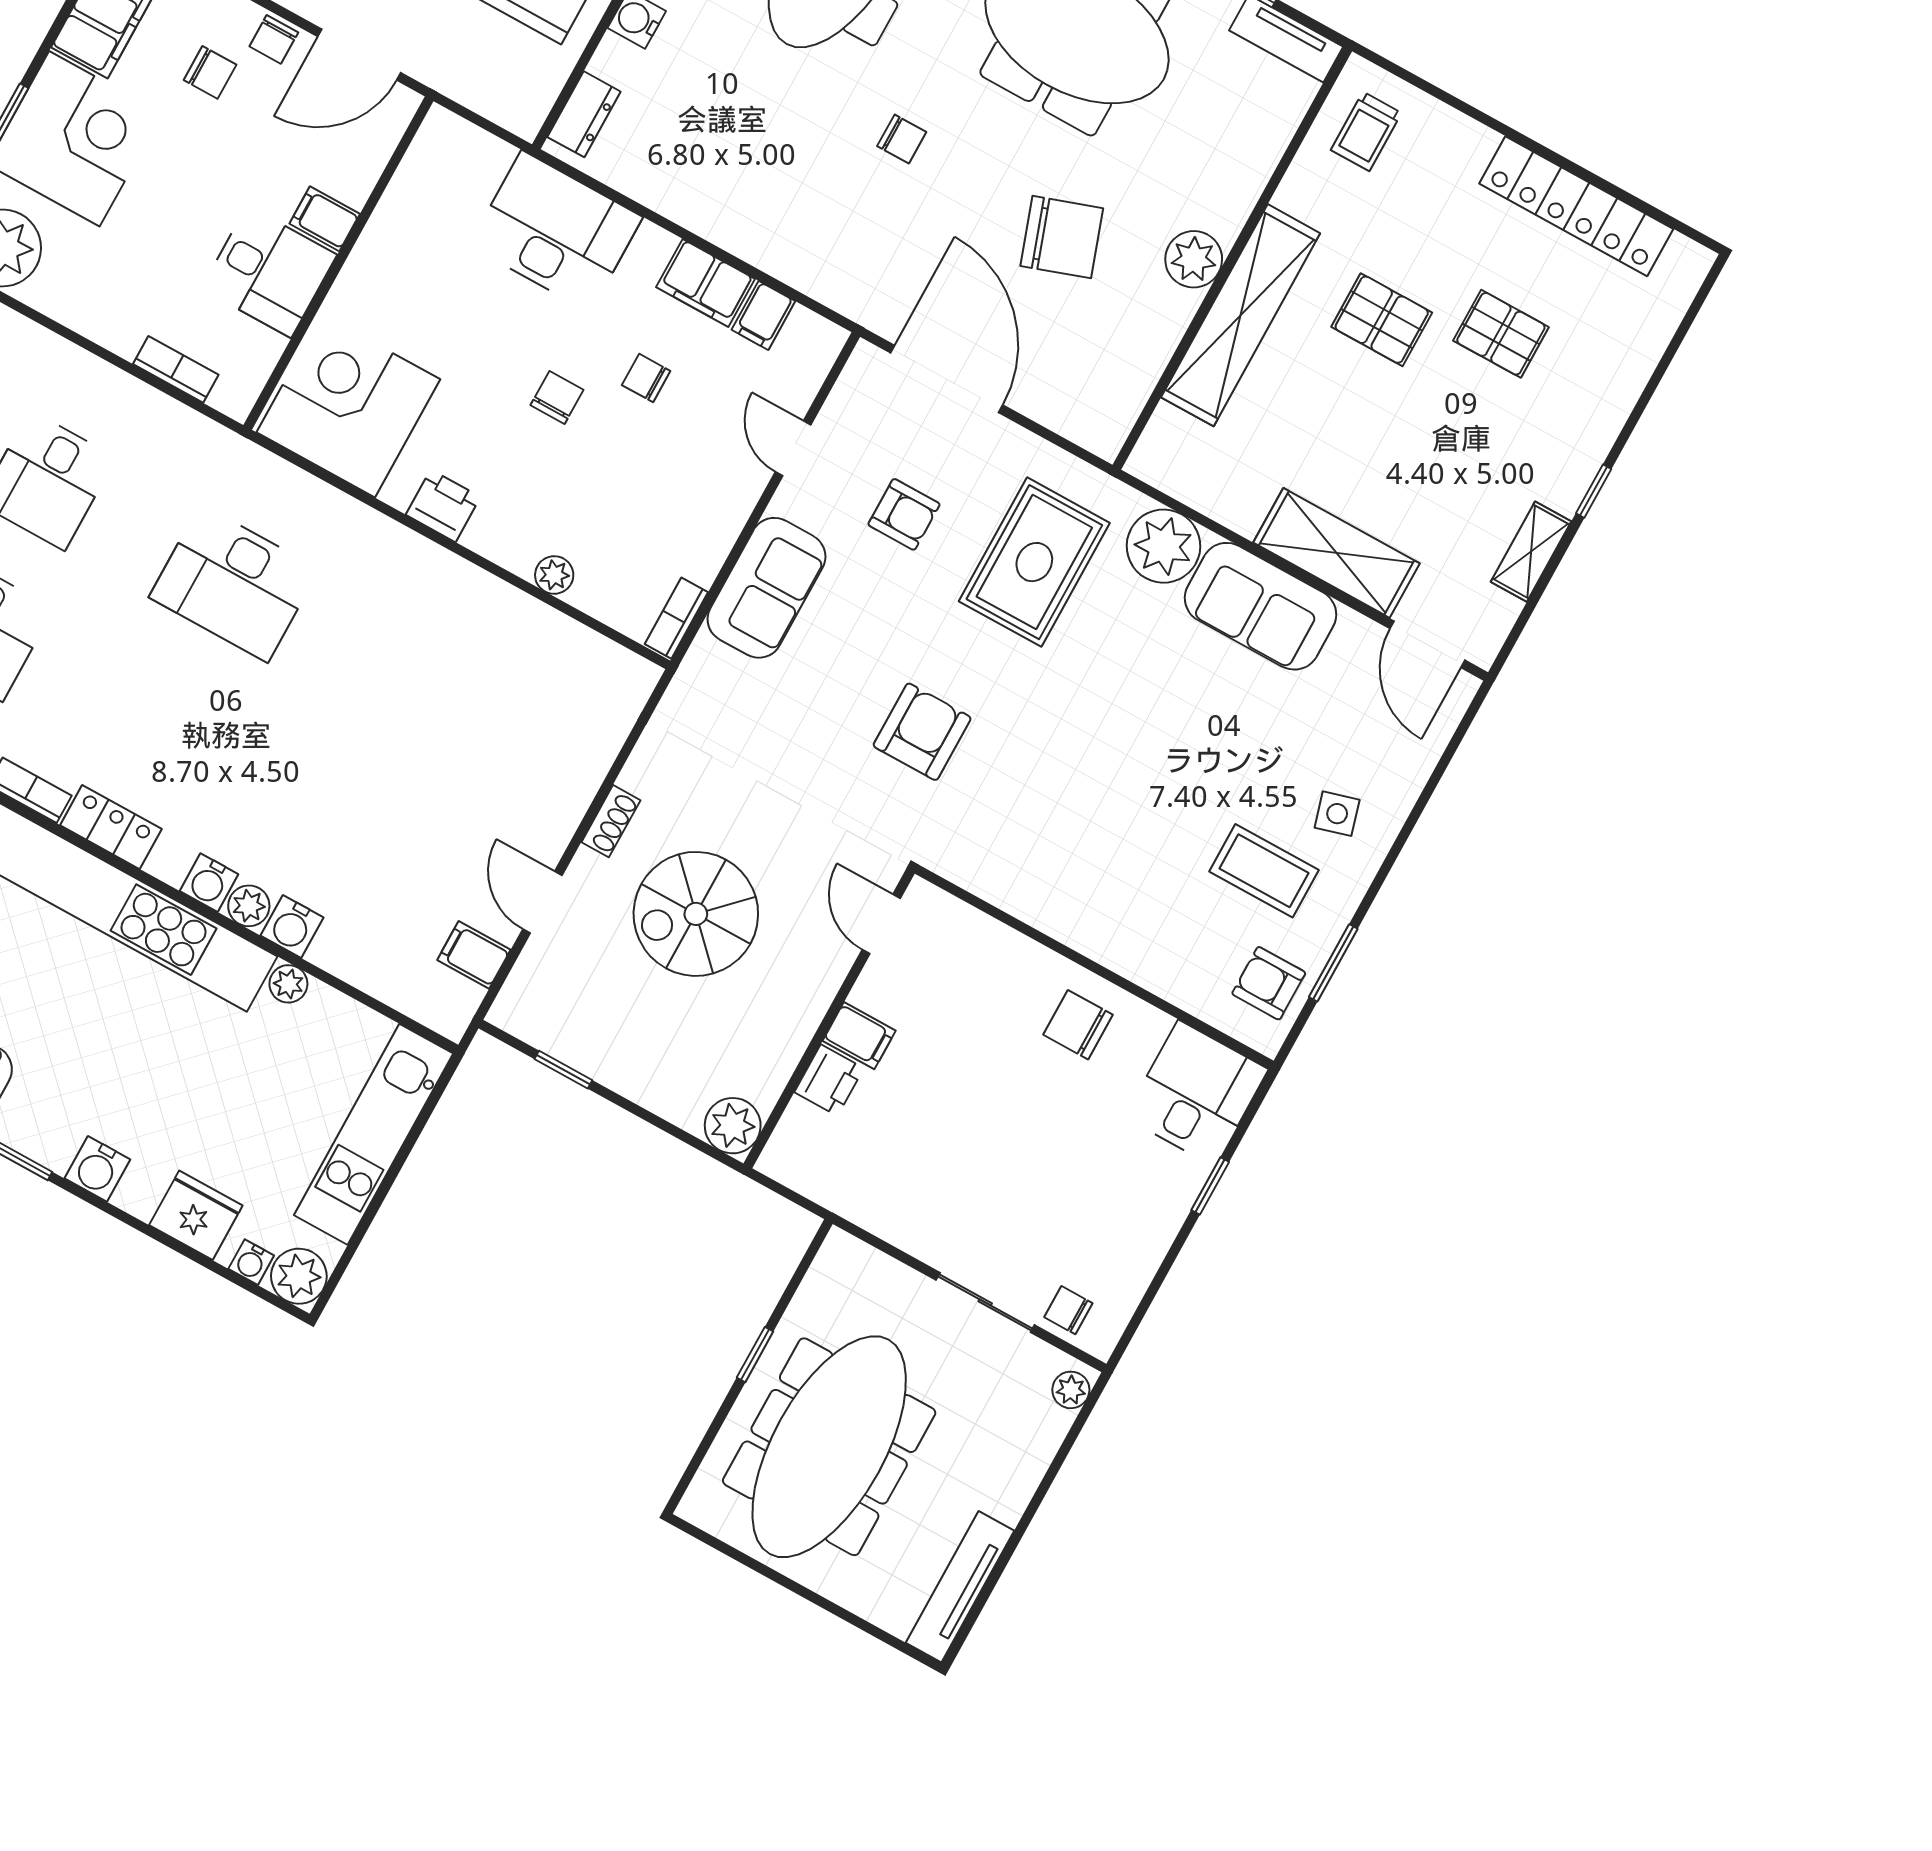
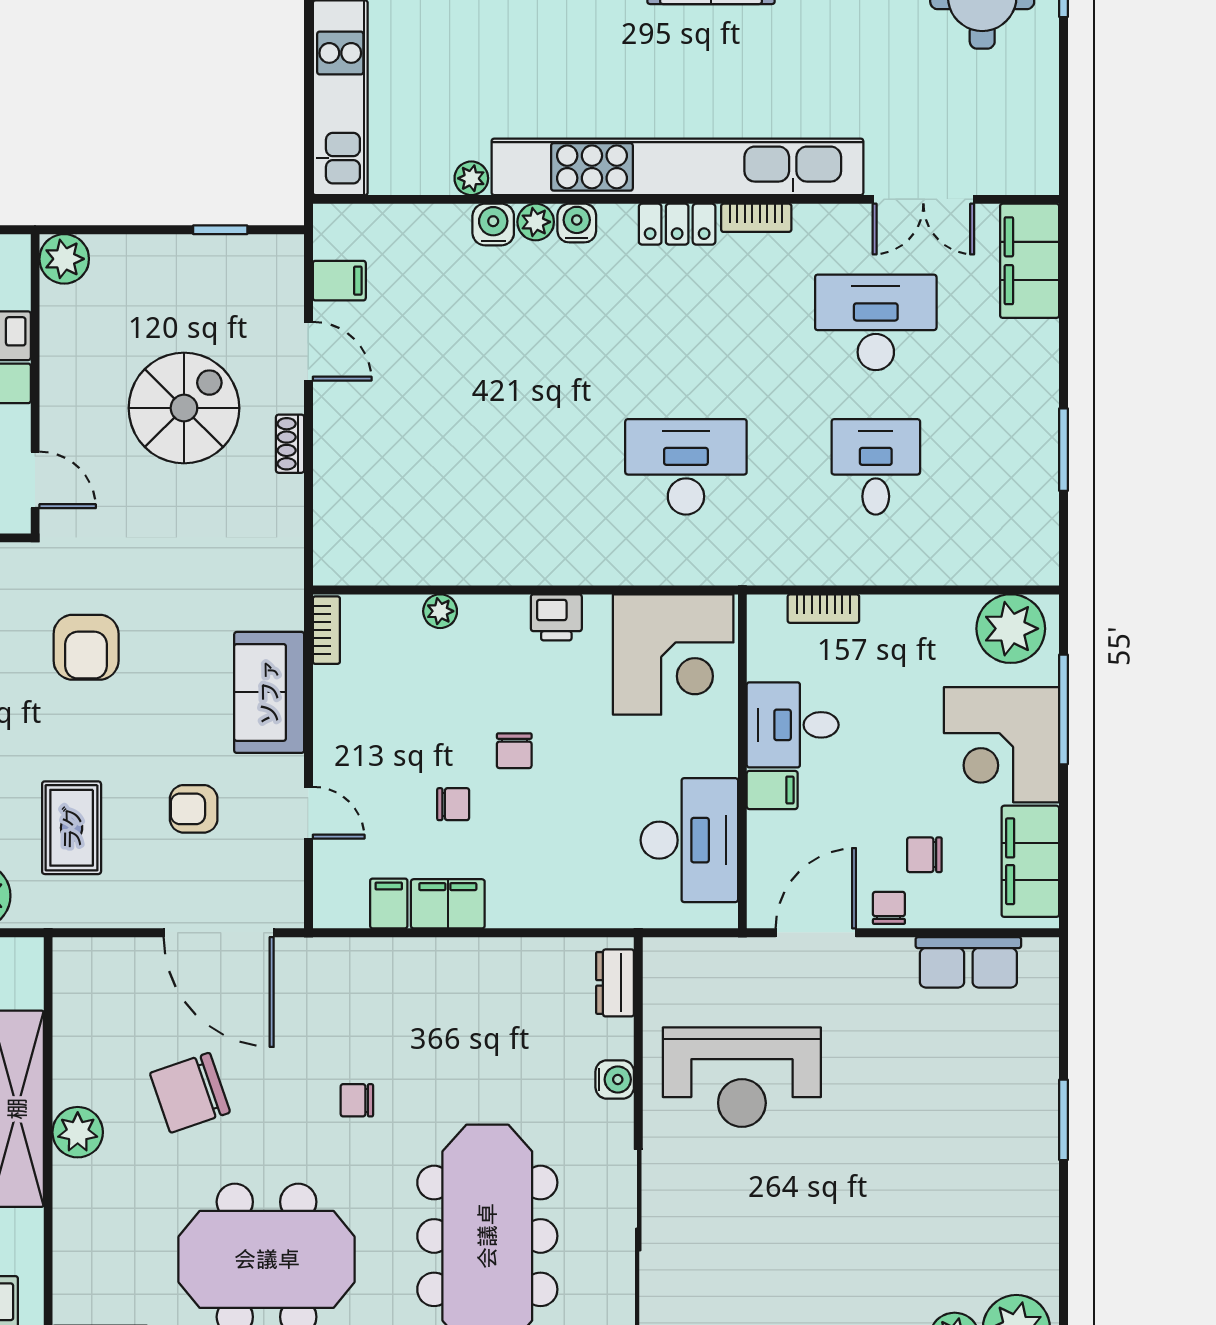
desk: (556, 231) -> (689, 840), moved, turned -90
rug: (1034, 562) -> (72, 828), width x0.73, depth x0.70

